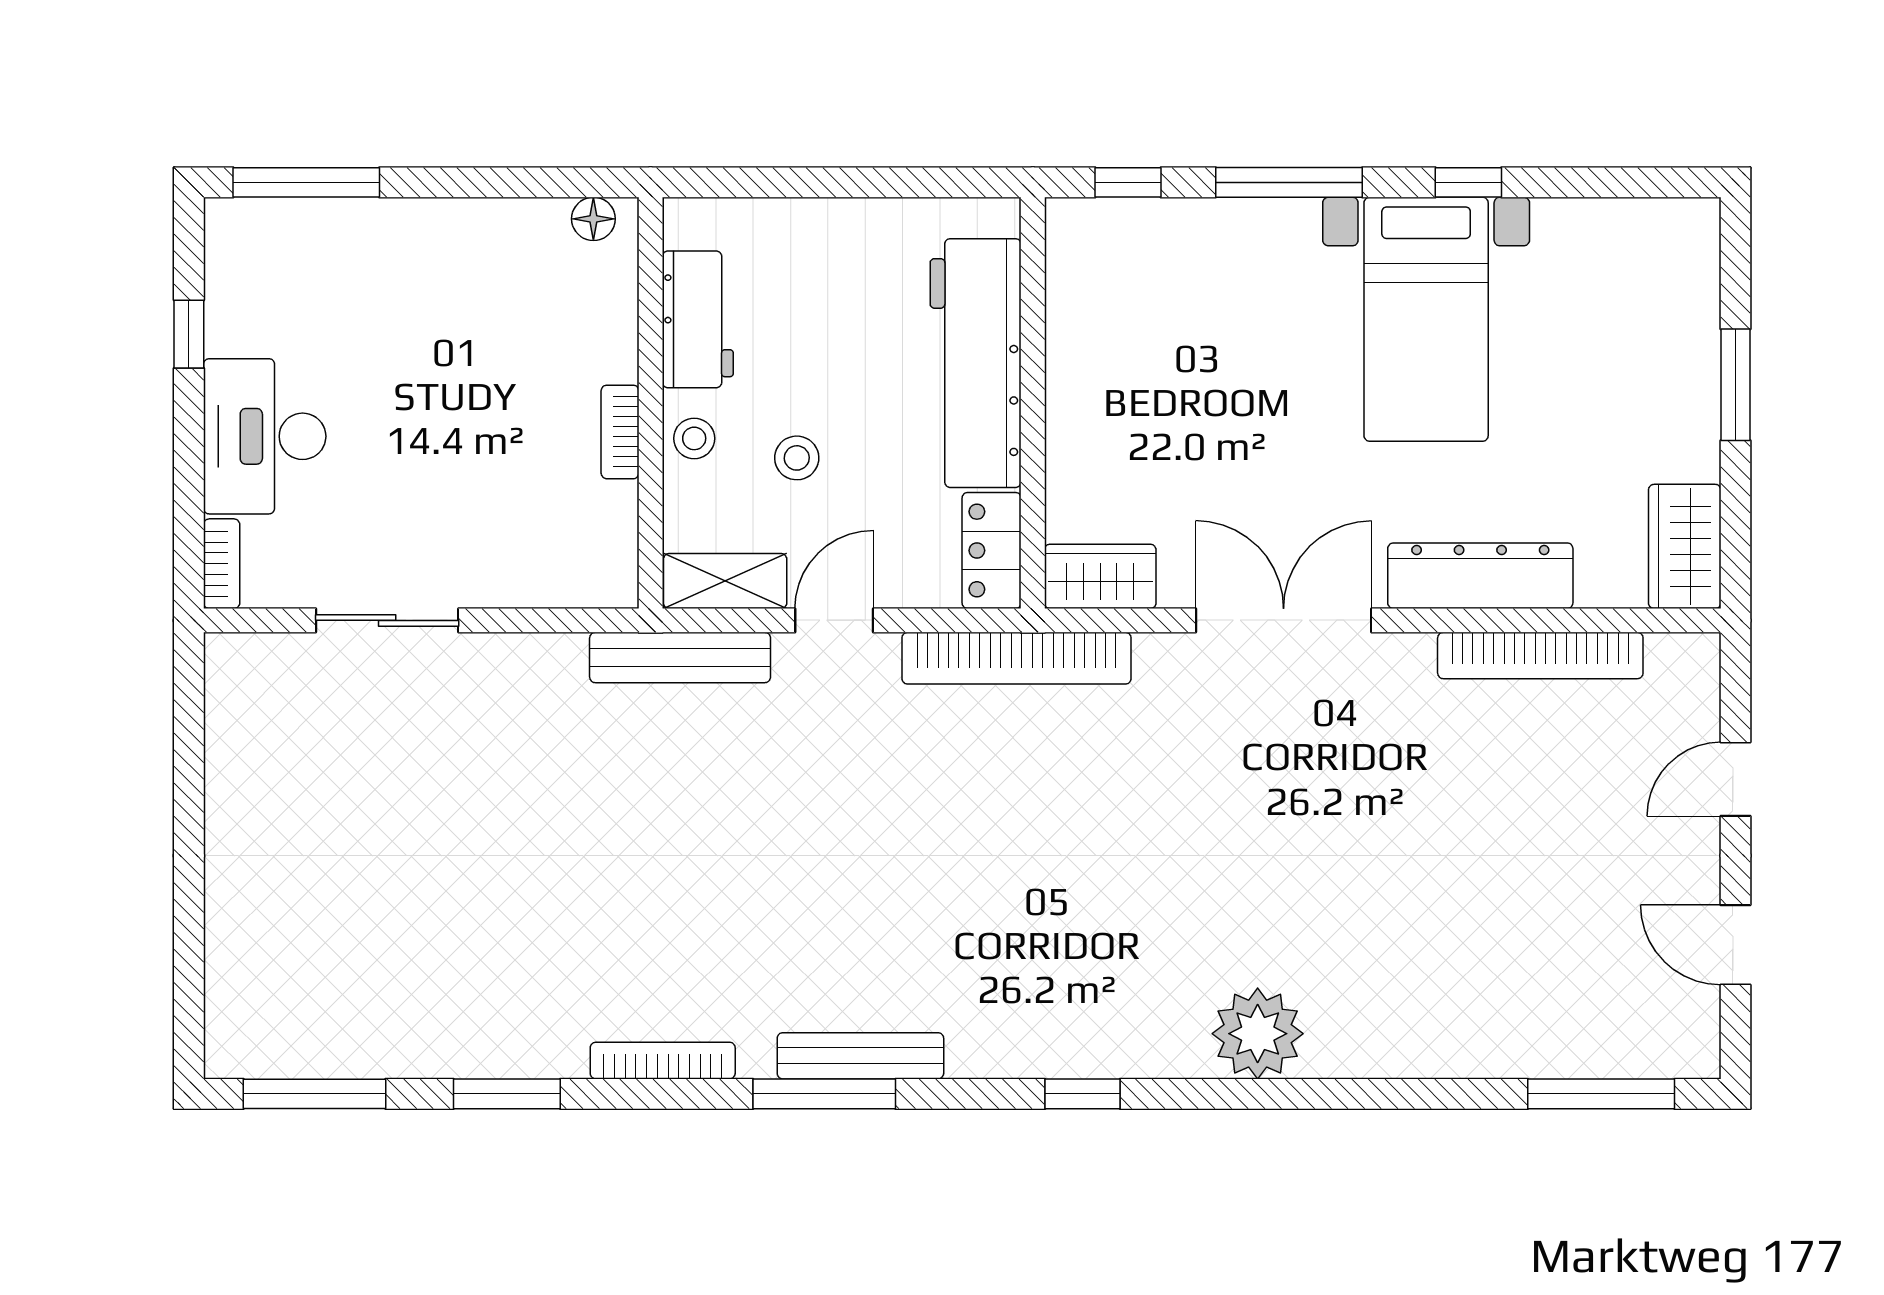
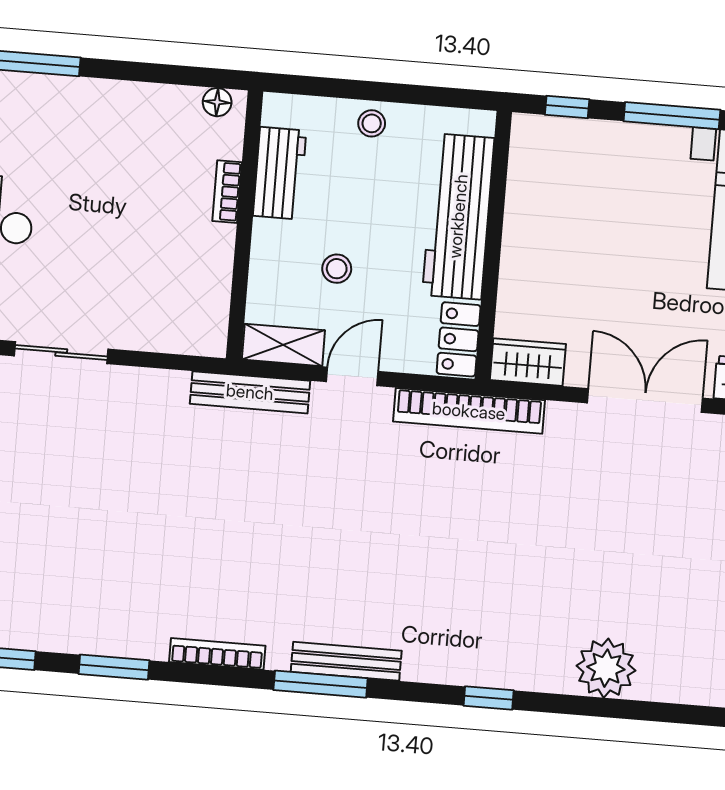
bookcase: (620, 432) -> (227, 192), moved
stool: (694, 438) -> (372, 123), moved

